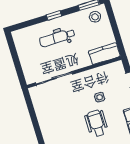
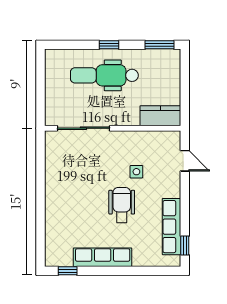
stool: (95, 17) -> (163, 63), removed
dental chair: (57, 38) -> (104, 75), width x1.36, depth x1.38

